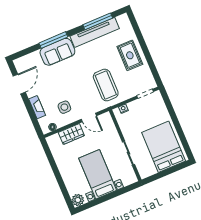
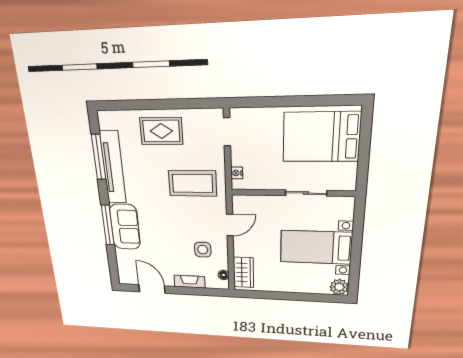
wardrobe: (71, 134) -> (243, 272), moved

